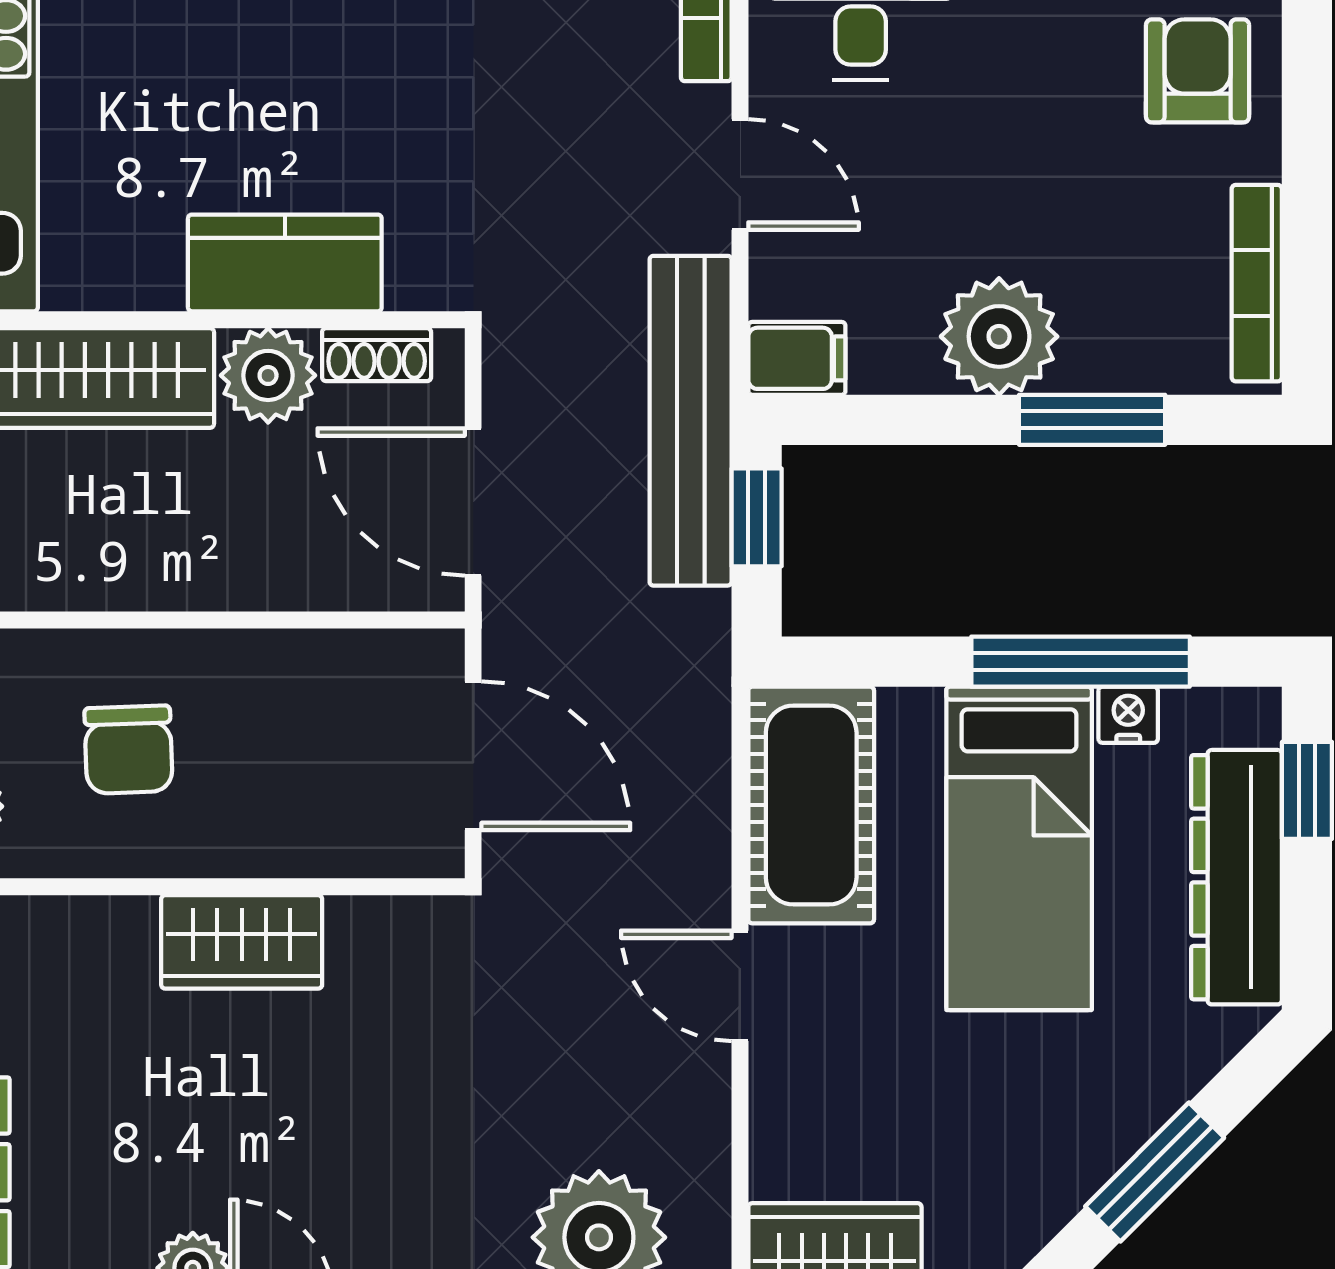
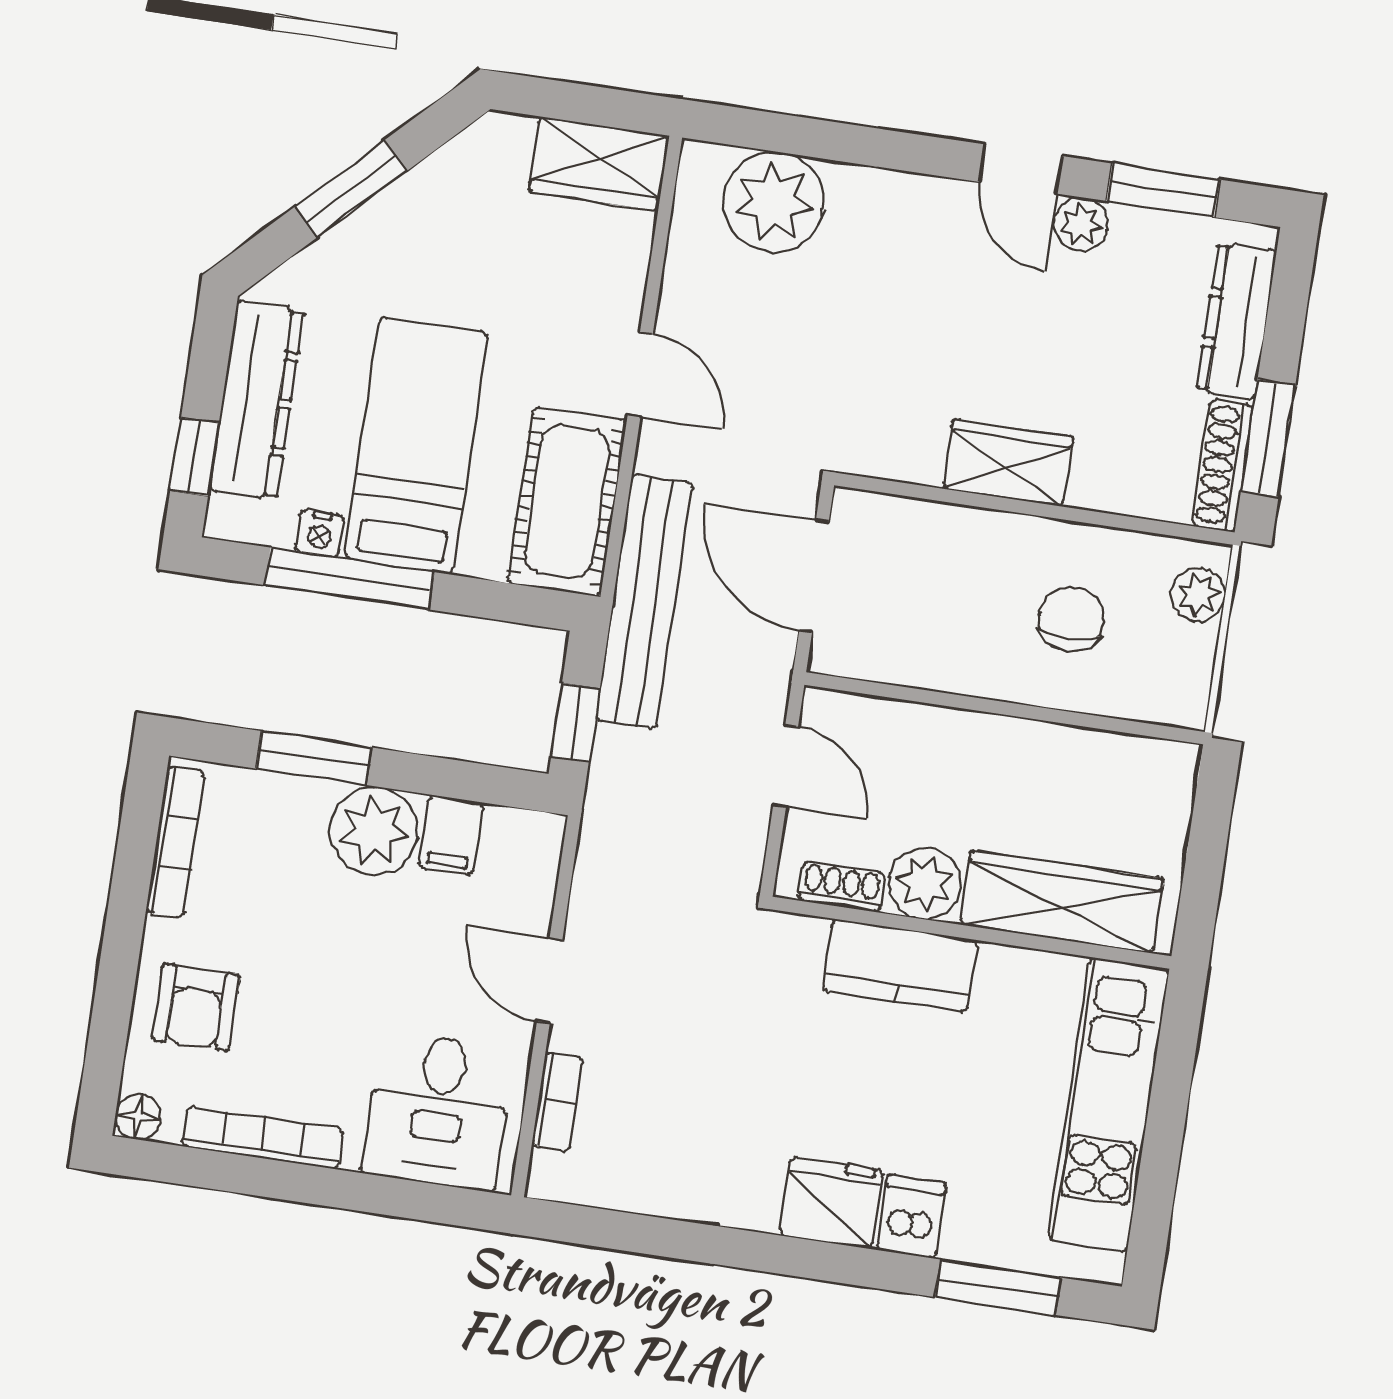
filing cabinet: (797, 358) -> (451, 835), moved, turned -90
bench: (691, 421) -> (644, 601), moved
door: (473, 502) -> (786, 766), width x0.73

